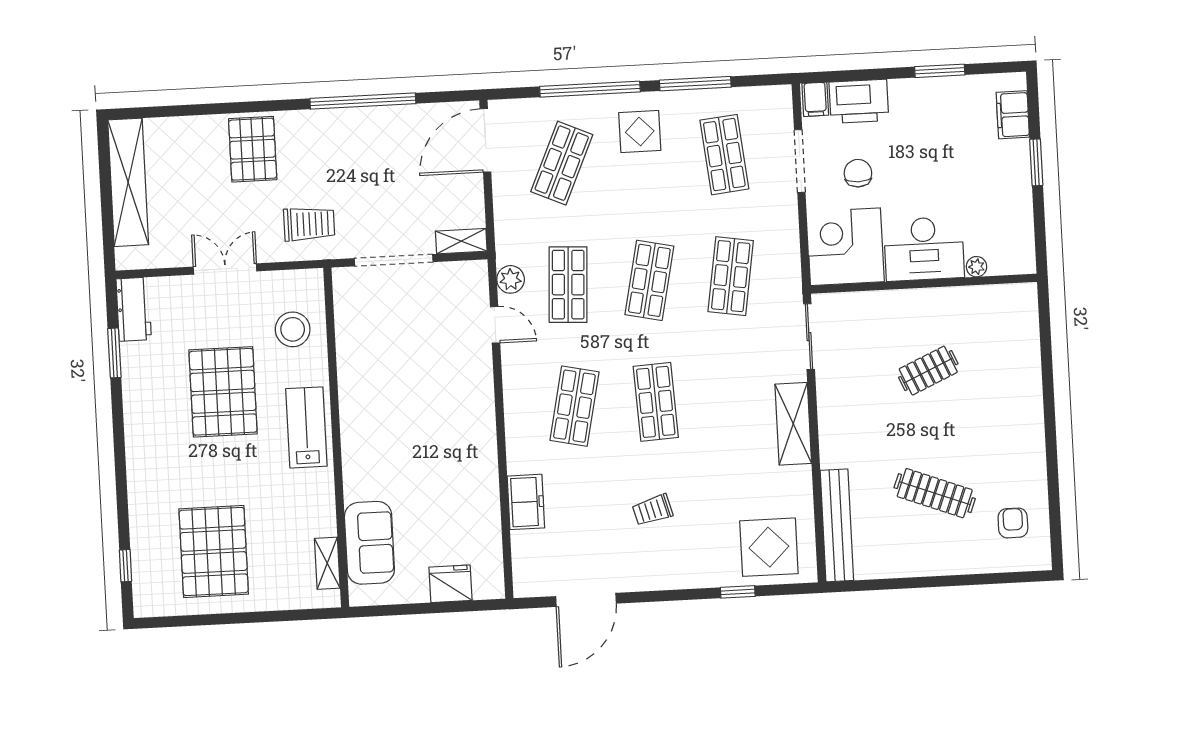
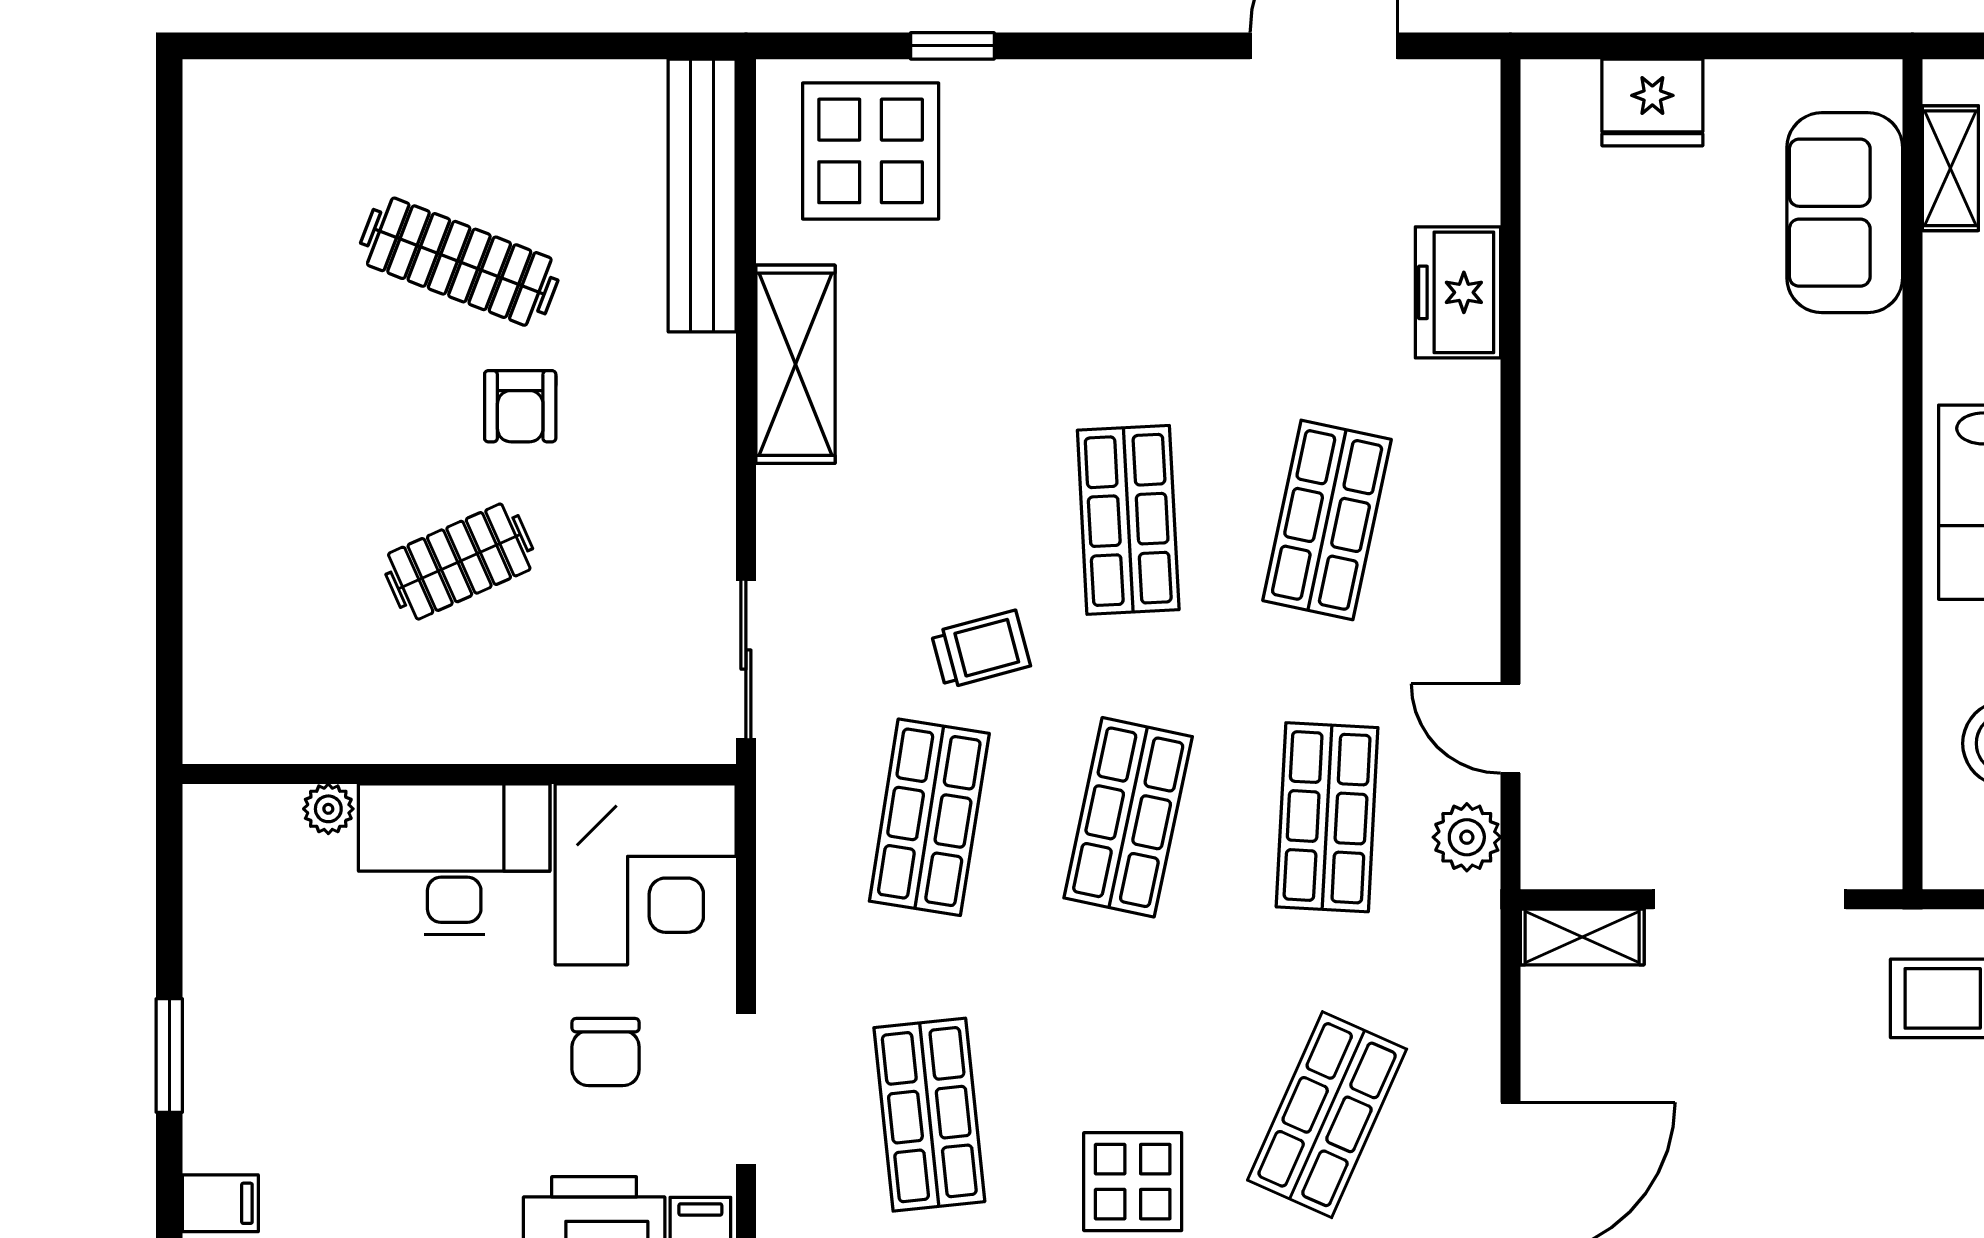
filing cabinet: (1013, 115) -> (220, 1203), width x0.50
shelving: (793, 424) -> (795, 364), moved
trolley: (653, 510) -> (981, 649), moved
armchair: (1013, 523) -> (520, 406), moved

